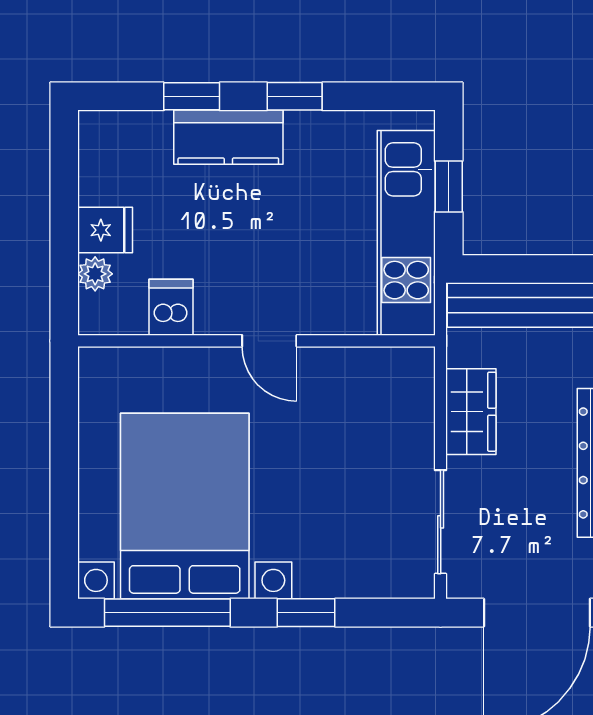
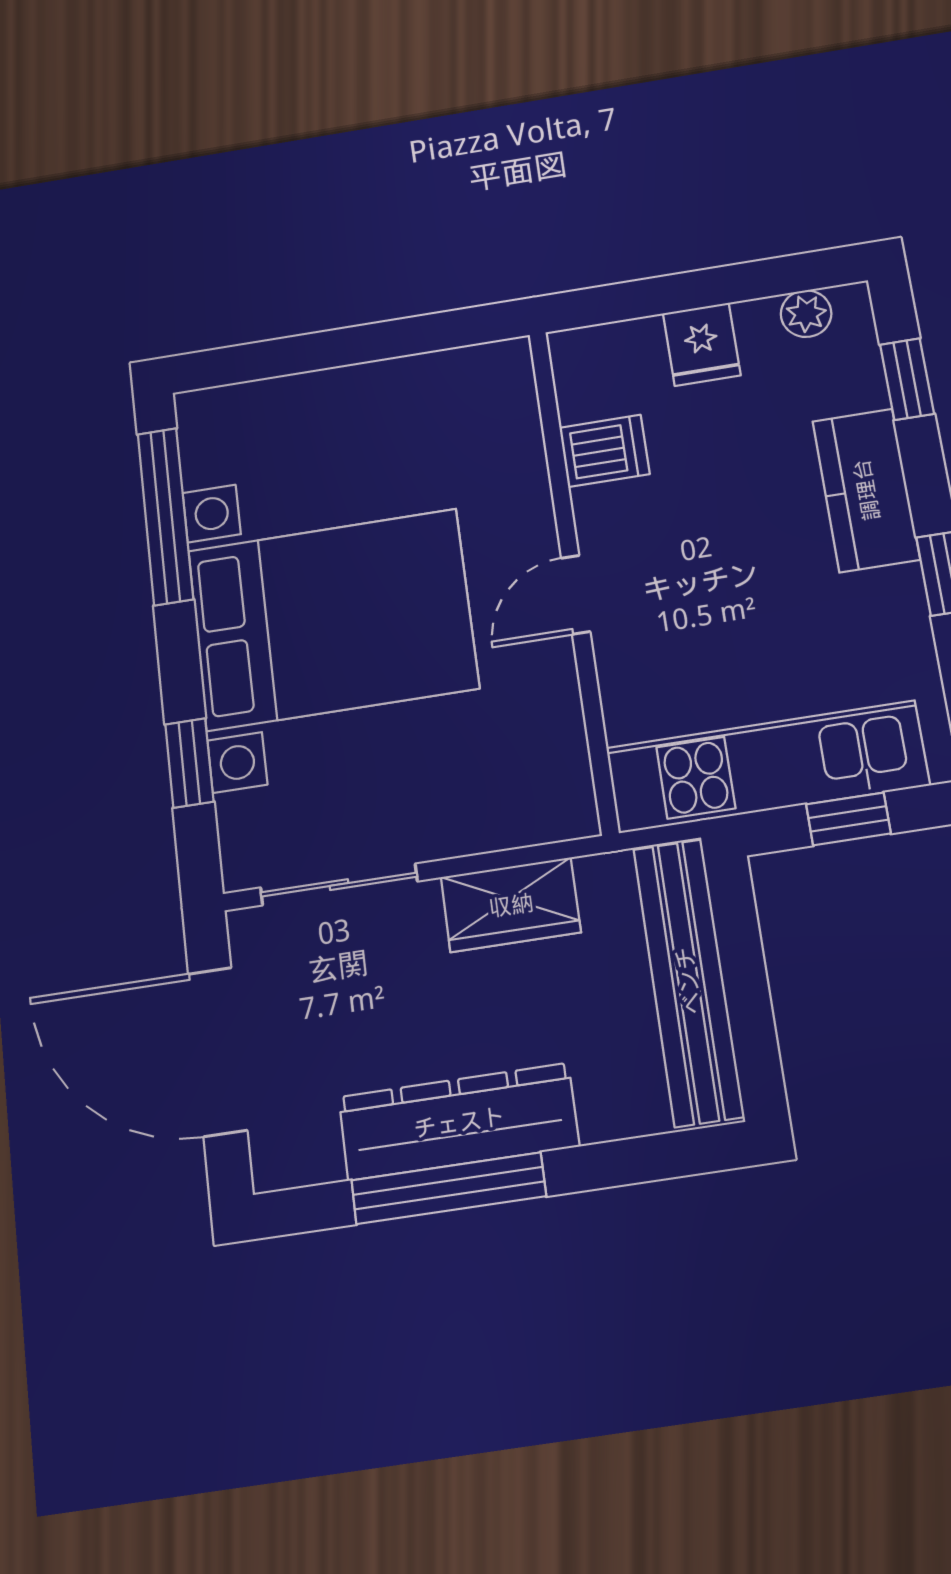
window: (192, 96) -> (907, 379), moved
plant: (95, 274) -> (806, 314), moved
bed with nightstands: (185, 506) -> (332, 619), moved
window: (306, 613) -> (189, 763), moved

